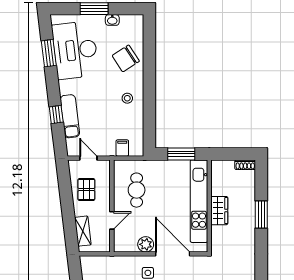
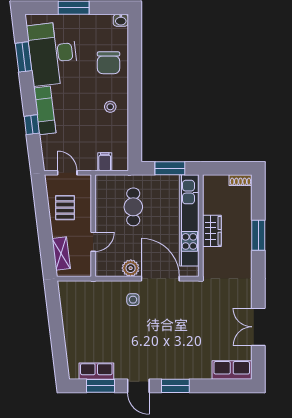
washbasin: (112, 20) -> (121, 20), moved
chair: (126, 58) -> (108, 63), turned -57
exam couch: (70, 116) -> (45, 110), moved
cafe table: (137, 190) -> (133, 207), moved

